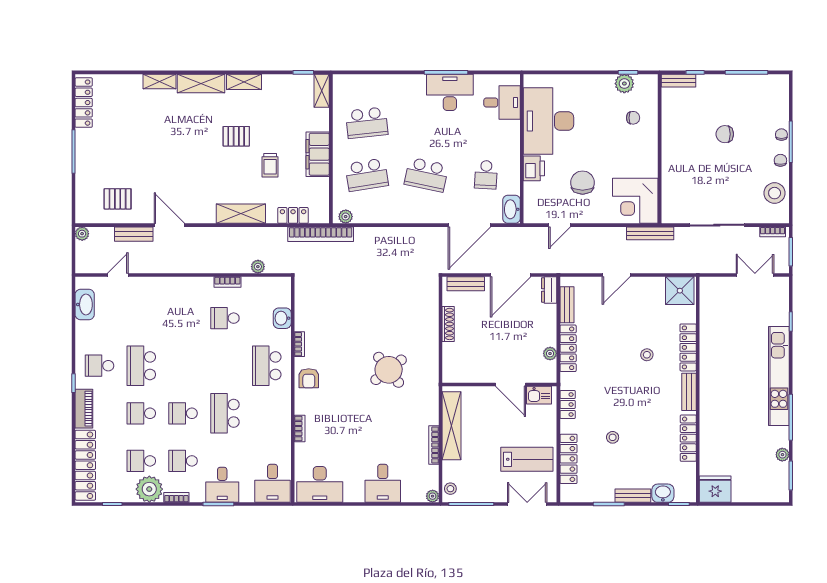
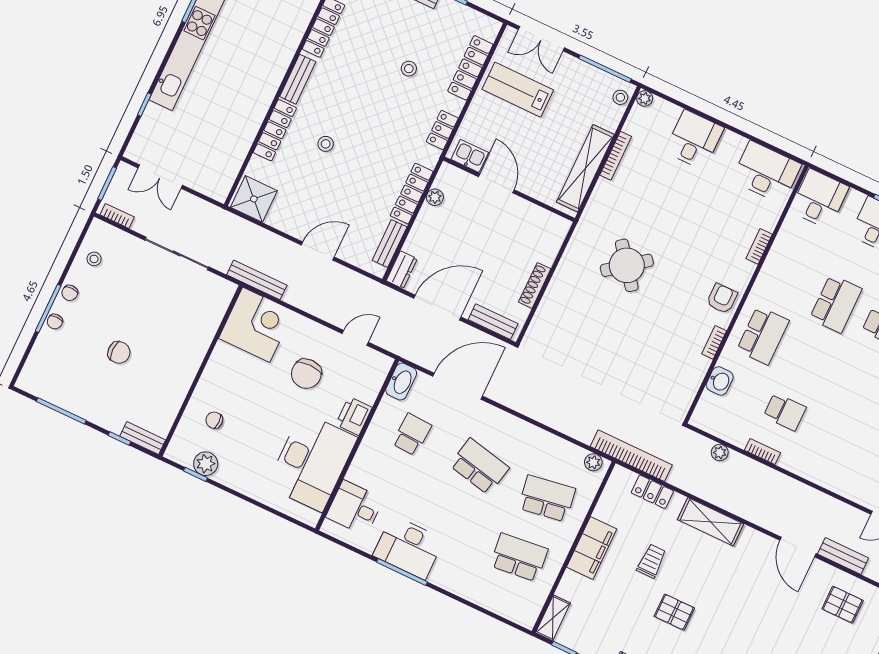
stool: (775, 193) -> (94, 259), width x0.53, depth x0.53

